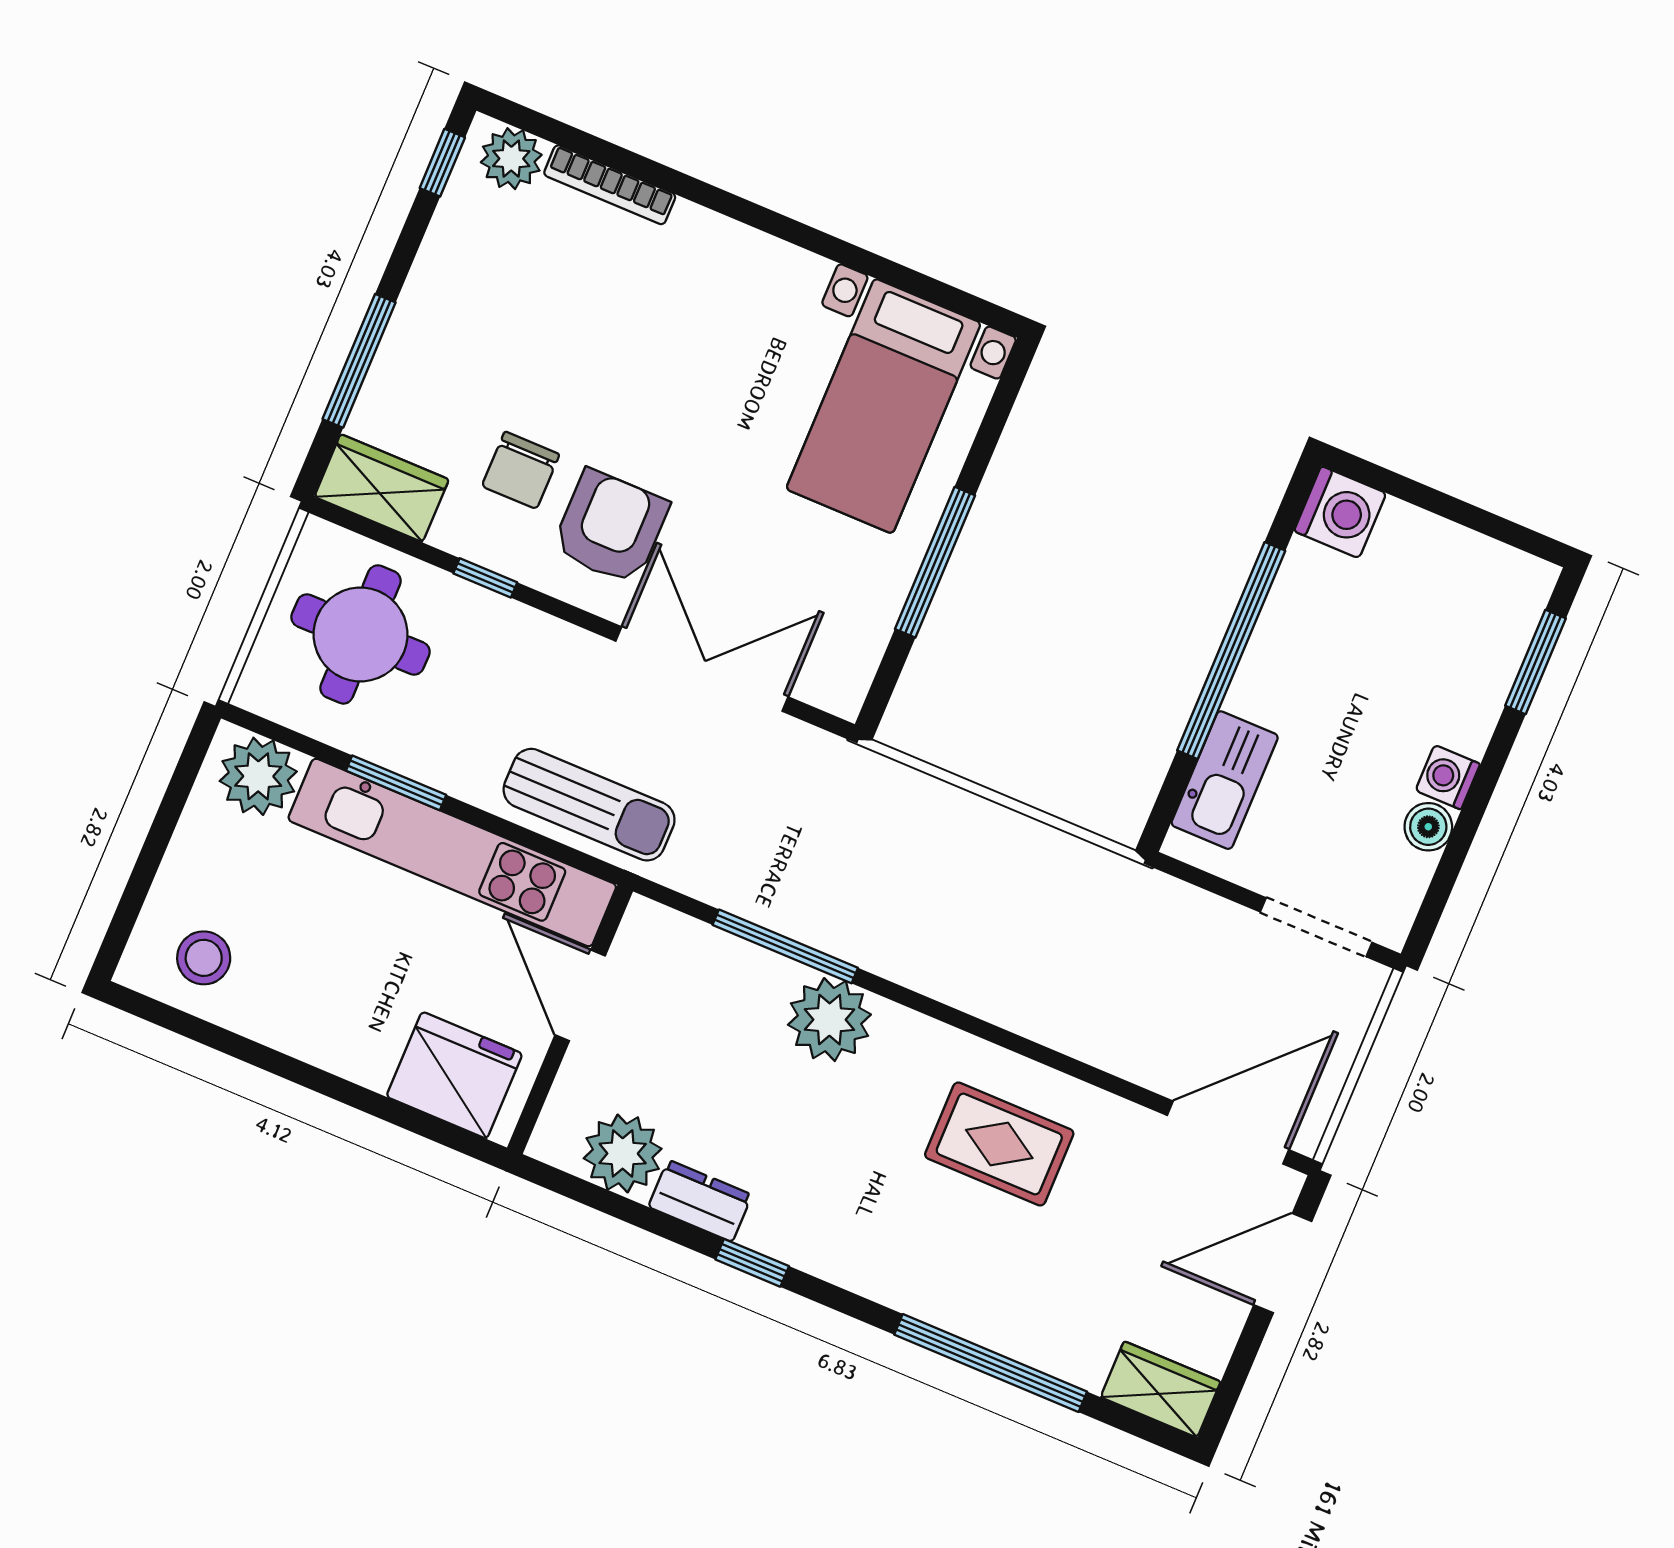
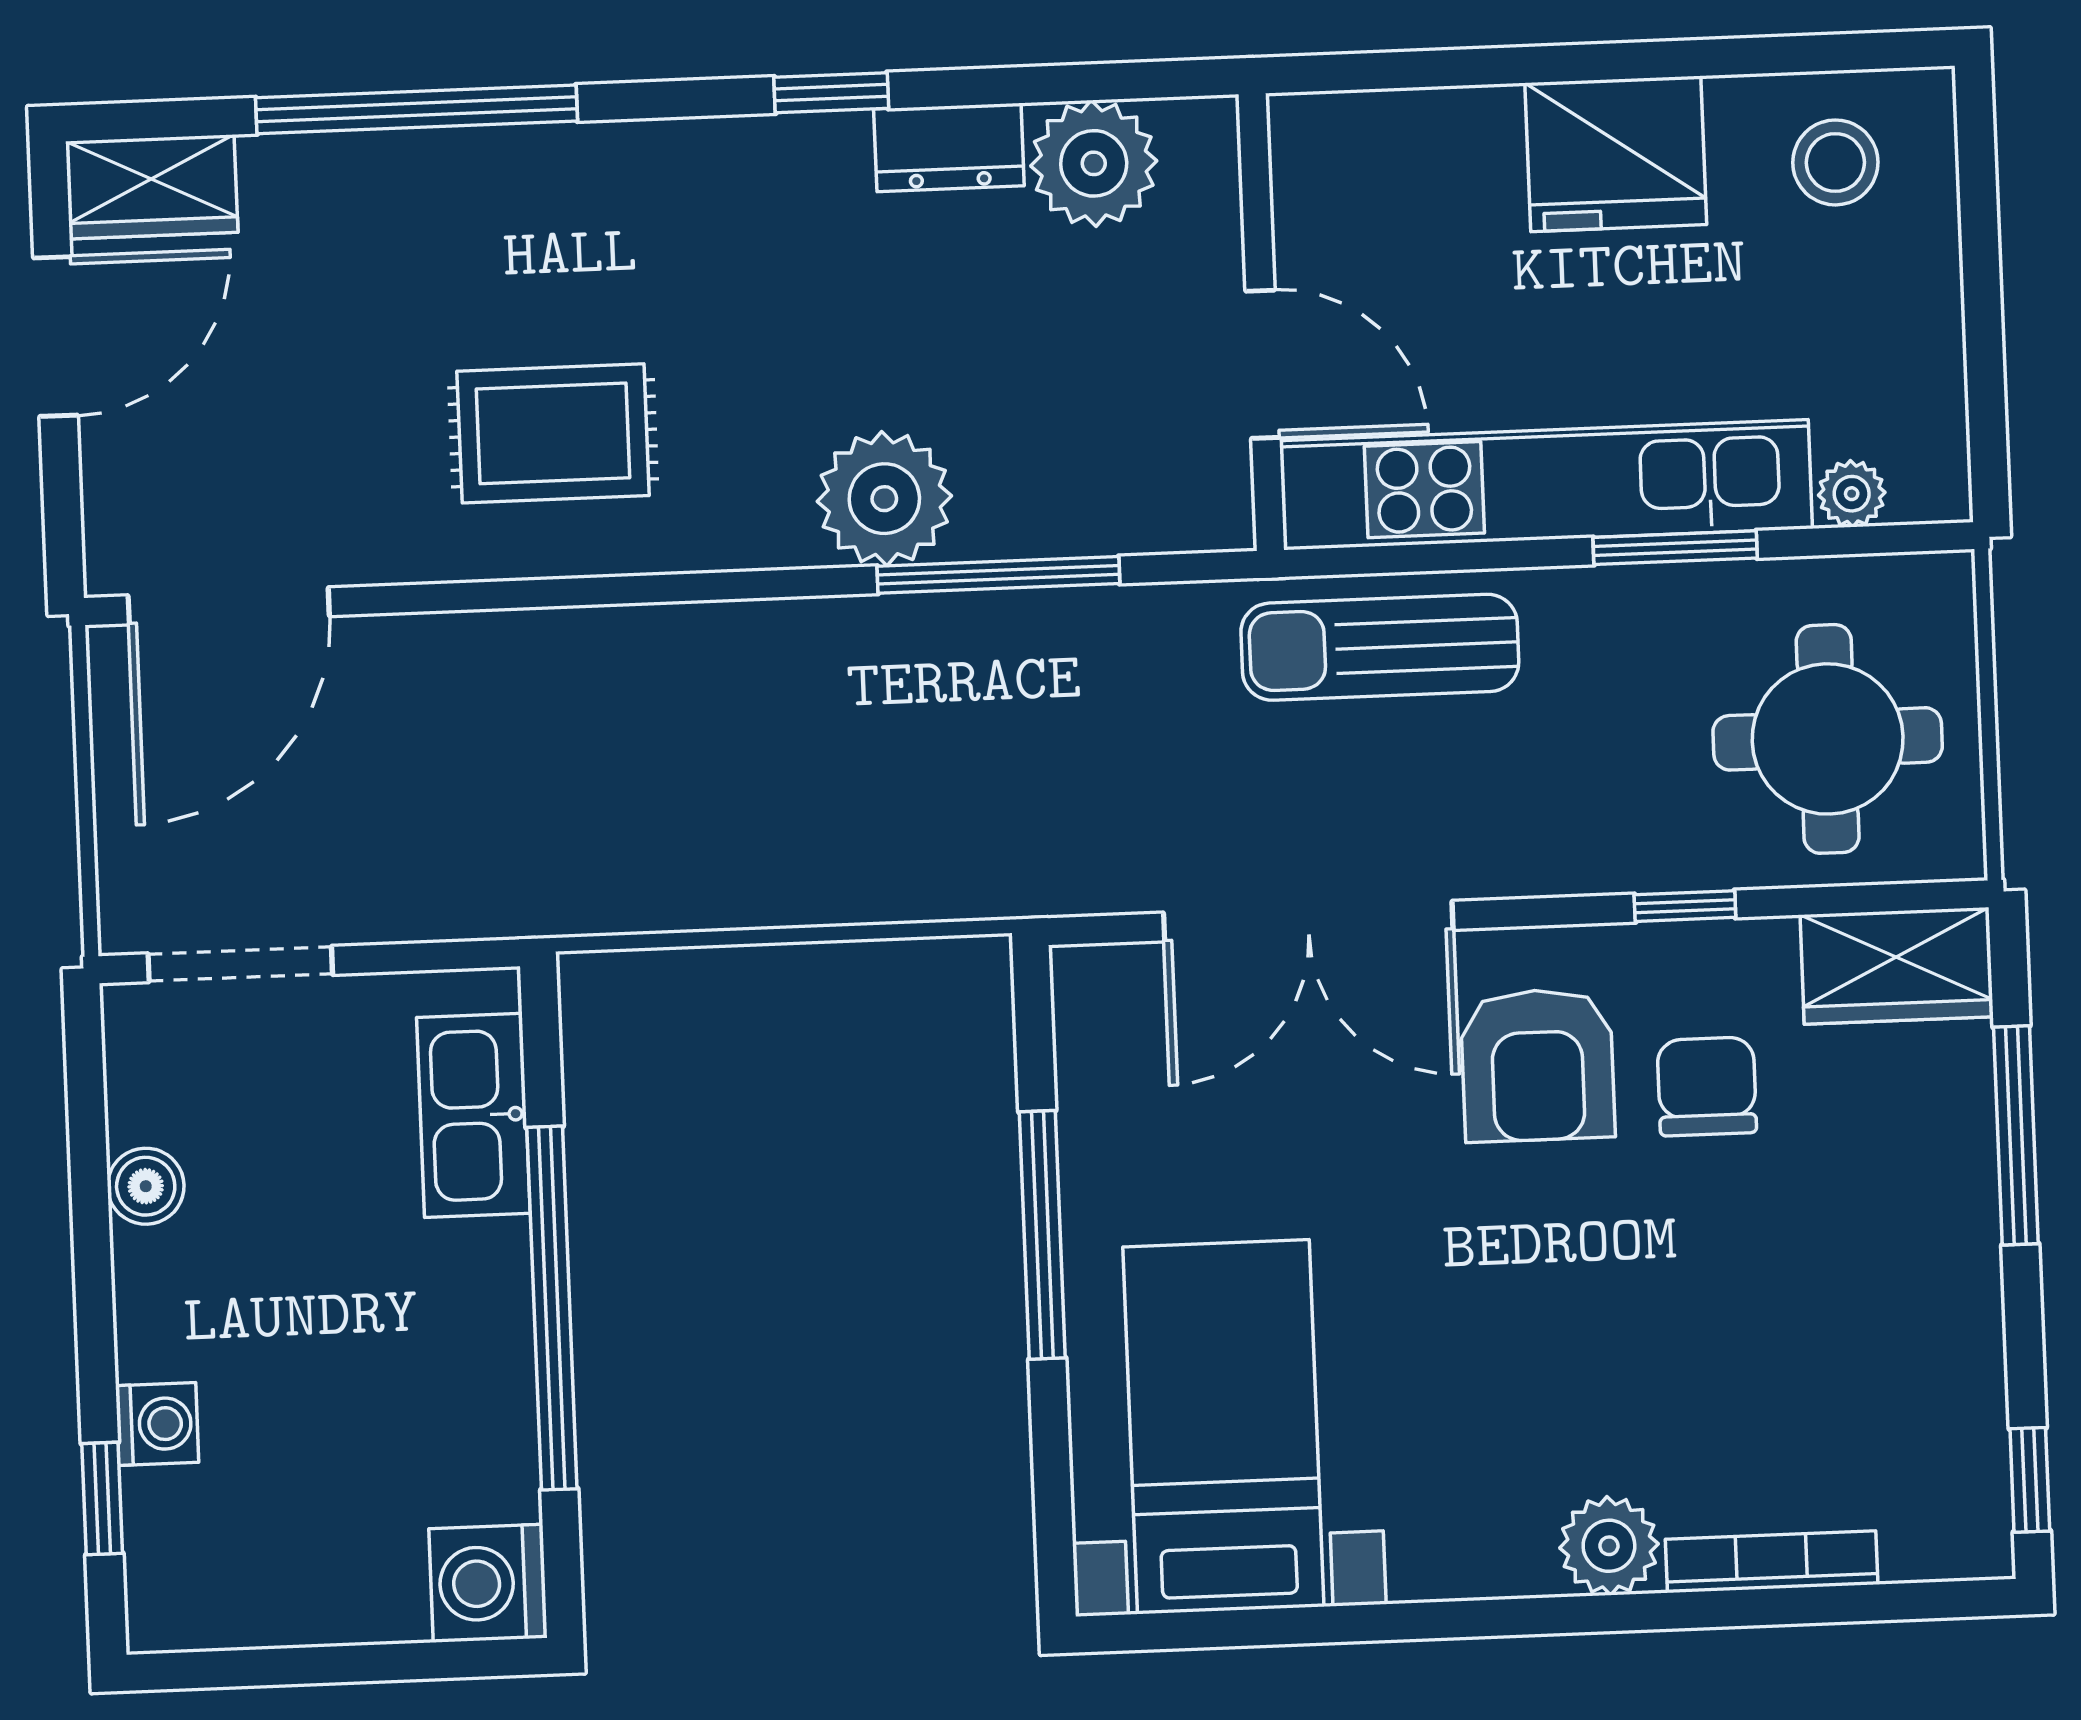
plant: (511, 159) -> (1609, 1546), moved
window: (1536, 662) -> (102, 1499), width x0.67
plant: (258, 776) -> (1852, 494), width x0.53, depth x0.53
washing machine: (1448, 777) -> (157, 1424), moved
fridge: (454, 1075) -> (1616, 154), moved
door: (1283, 1263) -> (55, 336), moved

